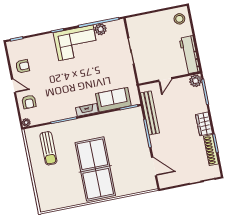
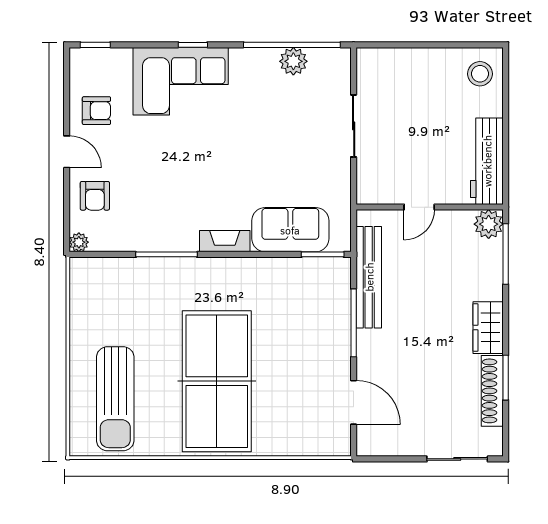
corner sofa: (76, 43) -> (181, 81), moved
sun lounger: (48, 148) -> (115, 399), moved, width x1.36, depth x1.34

